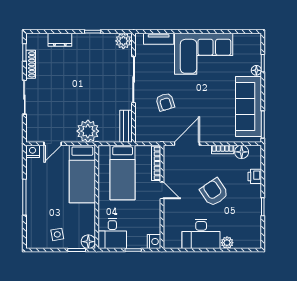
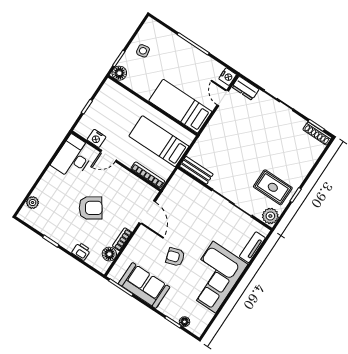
dresser: (60, 40) -> (245, 88), moved, turned -90
rug: (99, 54) -> (273, 187), added
shoe rack: (31, 64) -> (317, 134), moved
floor lamp: (256, 70) -> (184, 322), moved
armchair: (165, 102) -> (175, 257), moved
sofa: (248, 107) -> (144, 285), width x0.73
plant: (88, 131) -> (214, 135), removed
door: (162, 190) -> (108, 156), moved
desk: (112, 233) -> (113, 98), removed
desk: (201, 234) -> (73, 157), moved
nightstand: (154, 242) -> (96, 138), moved
plant: (227, 243) -> (33, 203), moved

